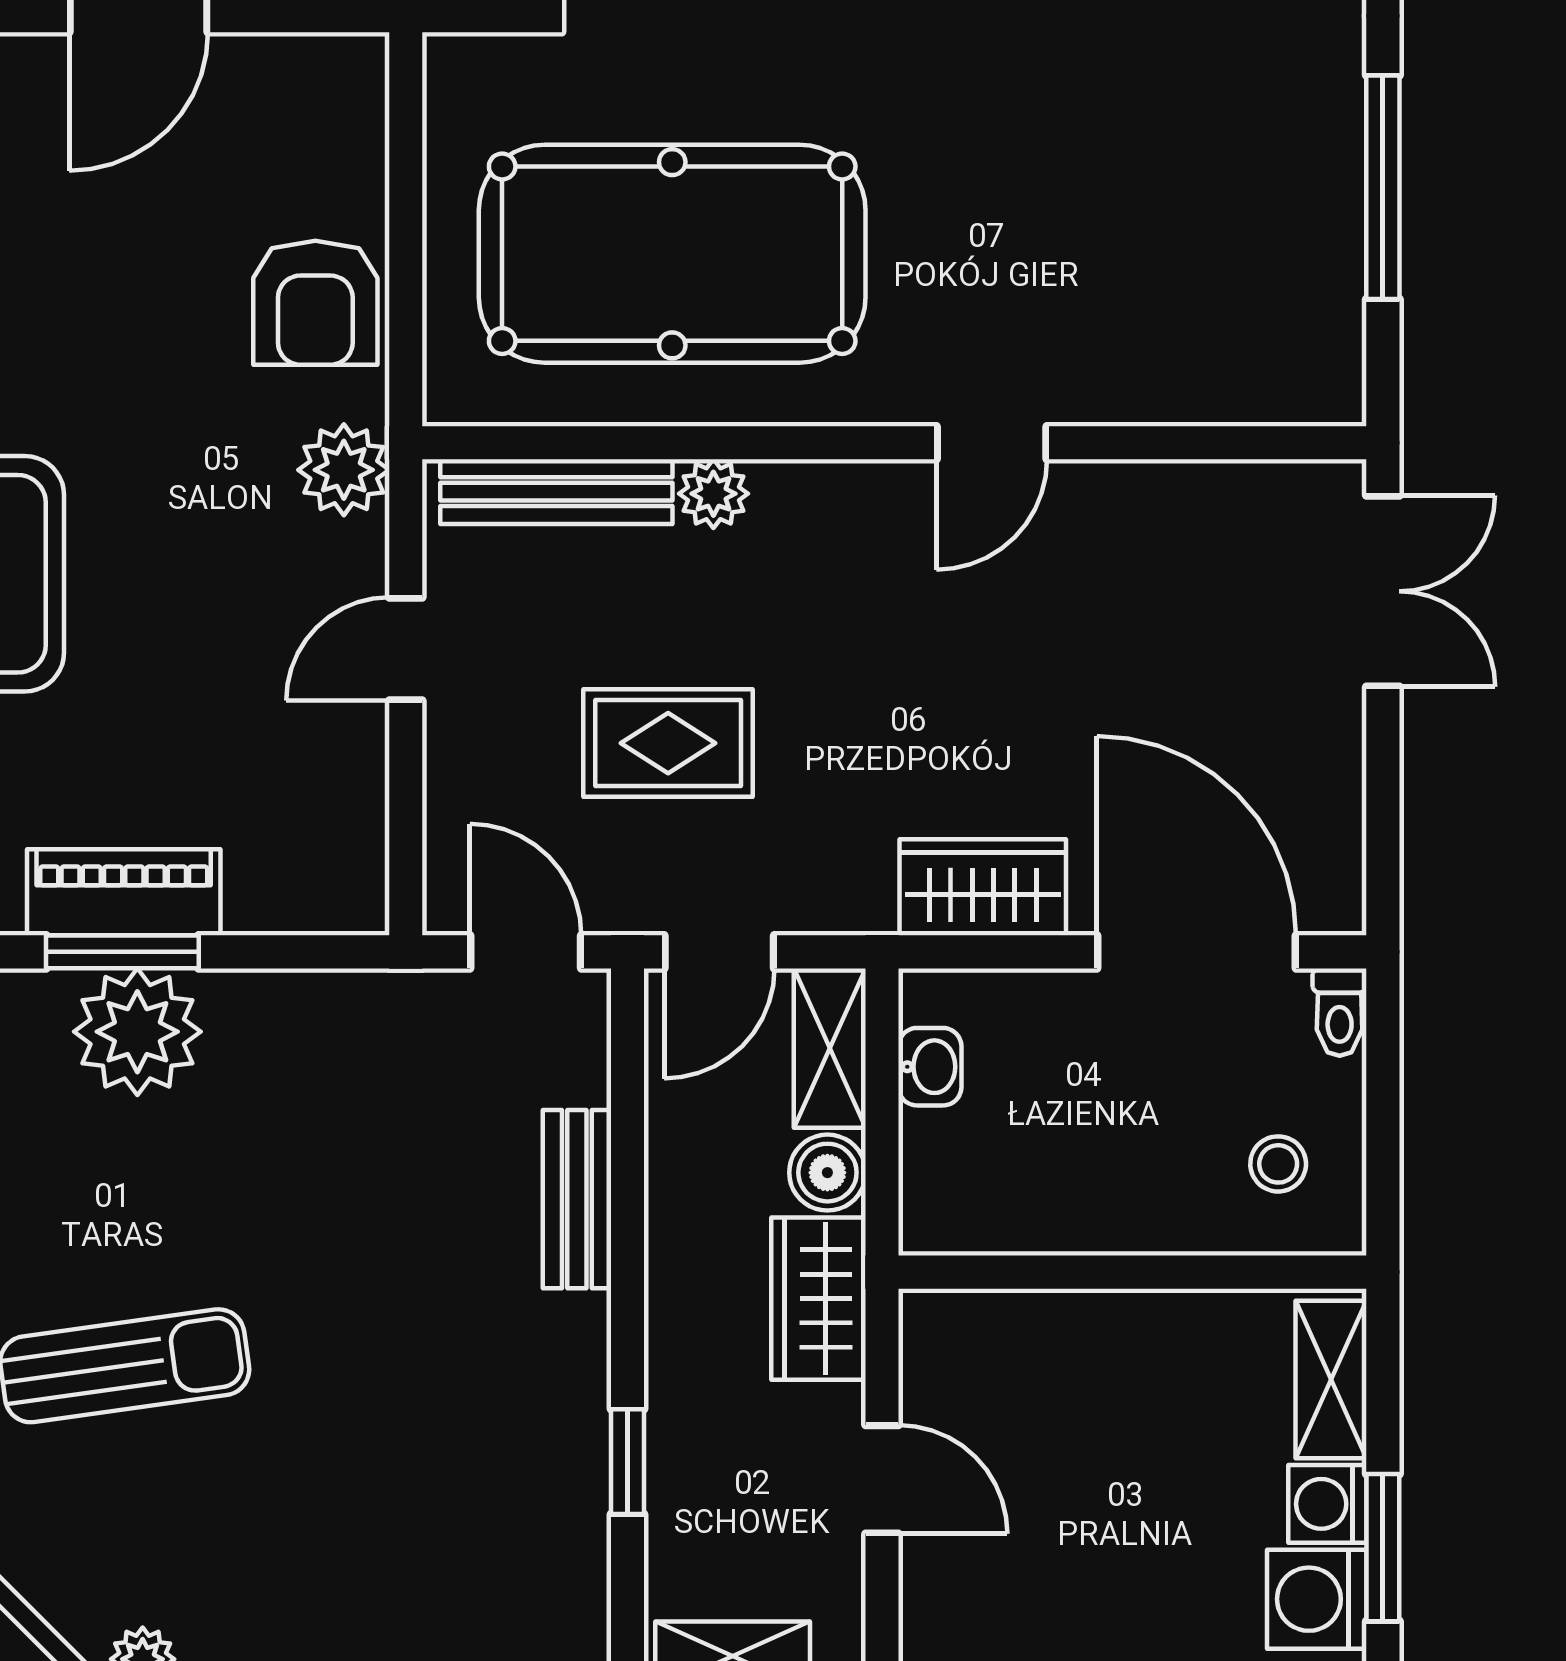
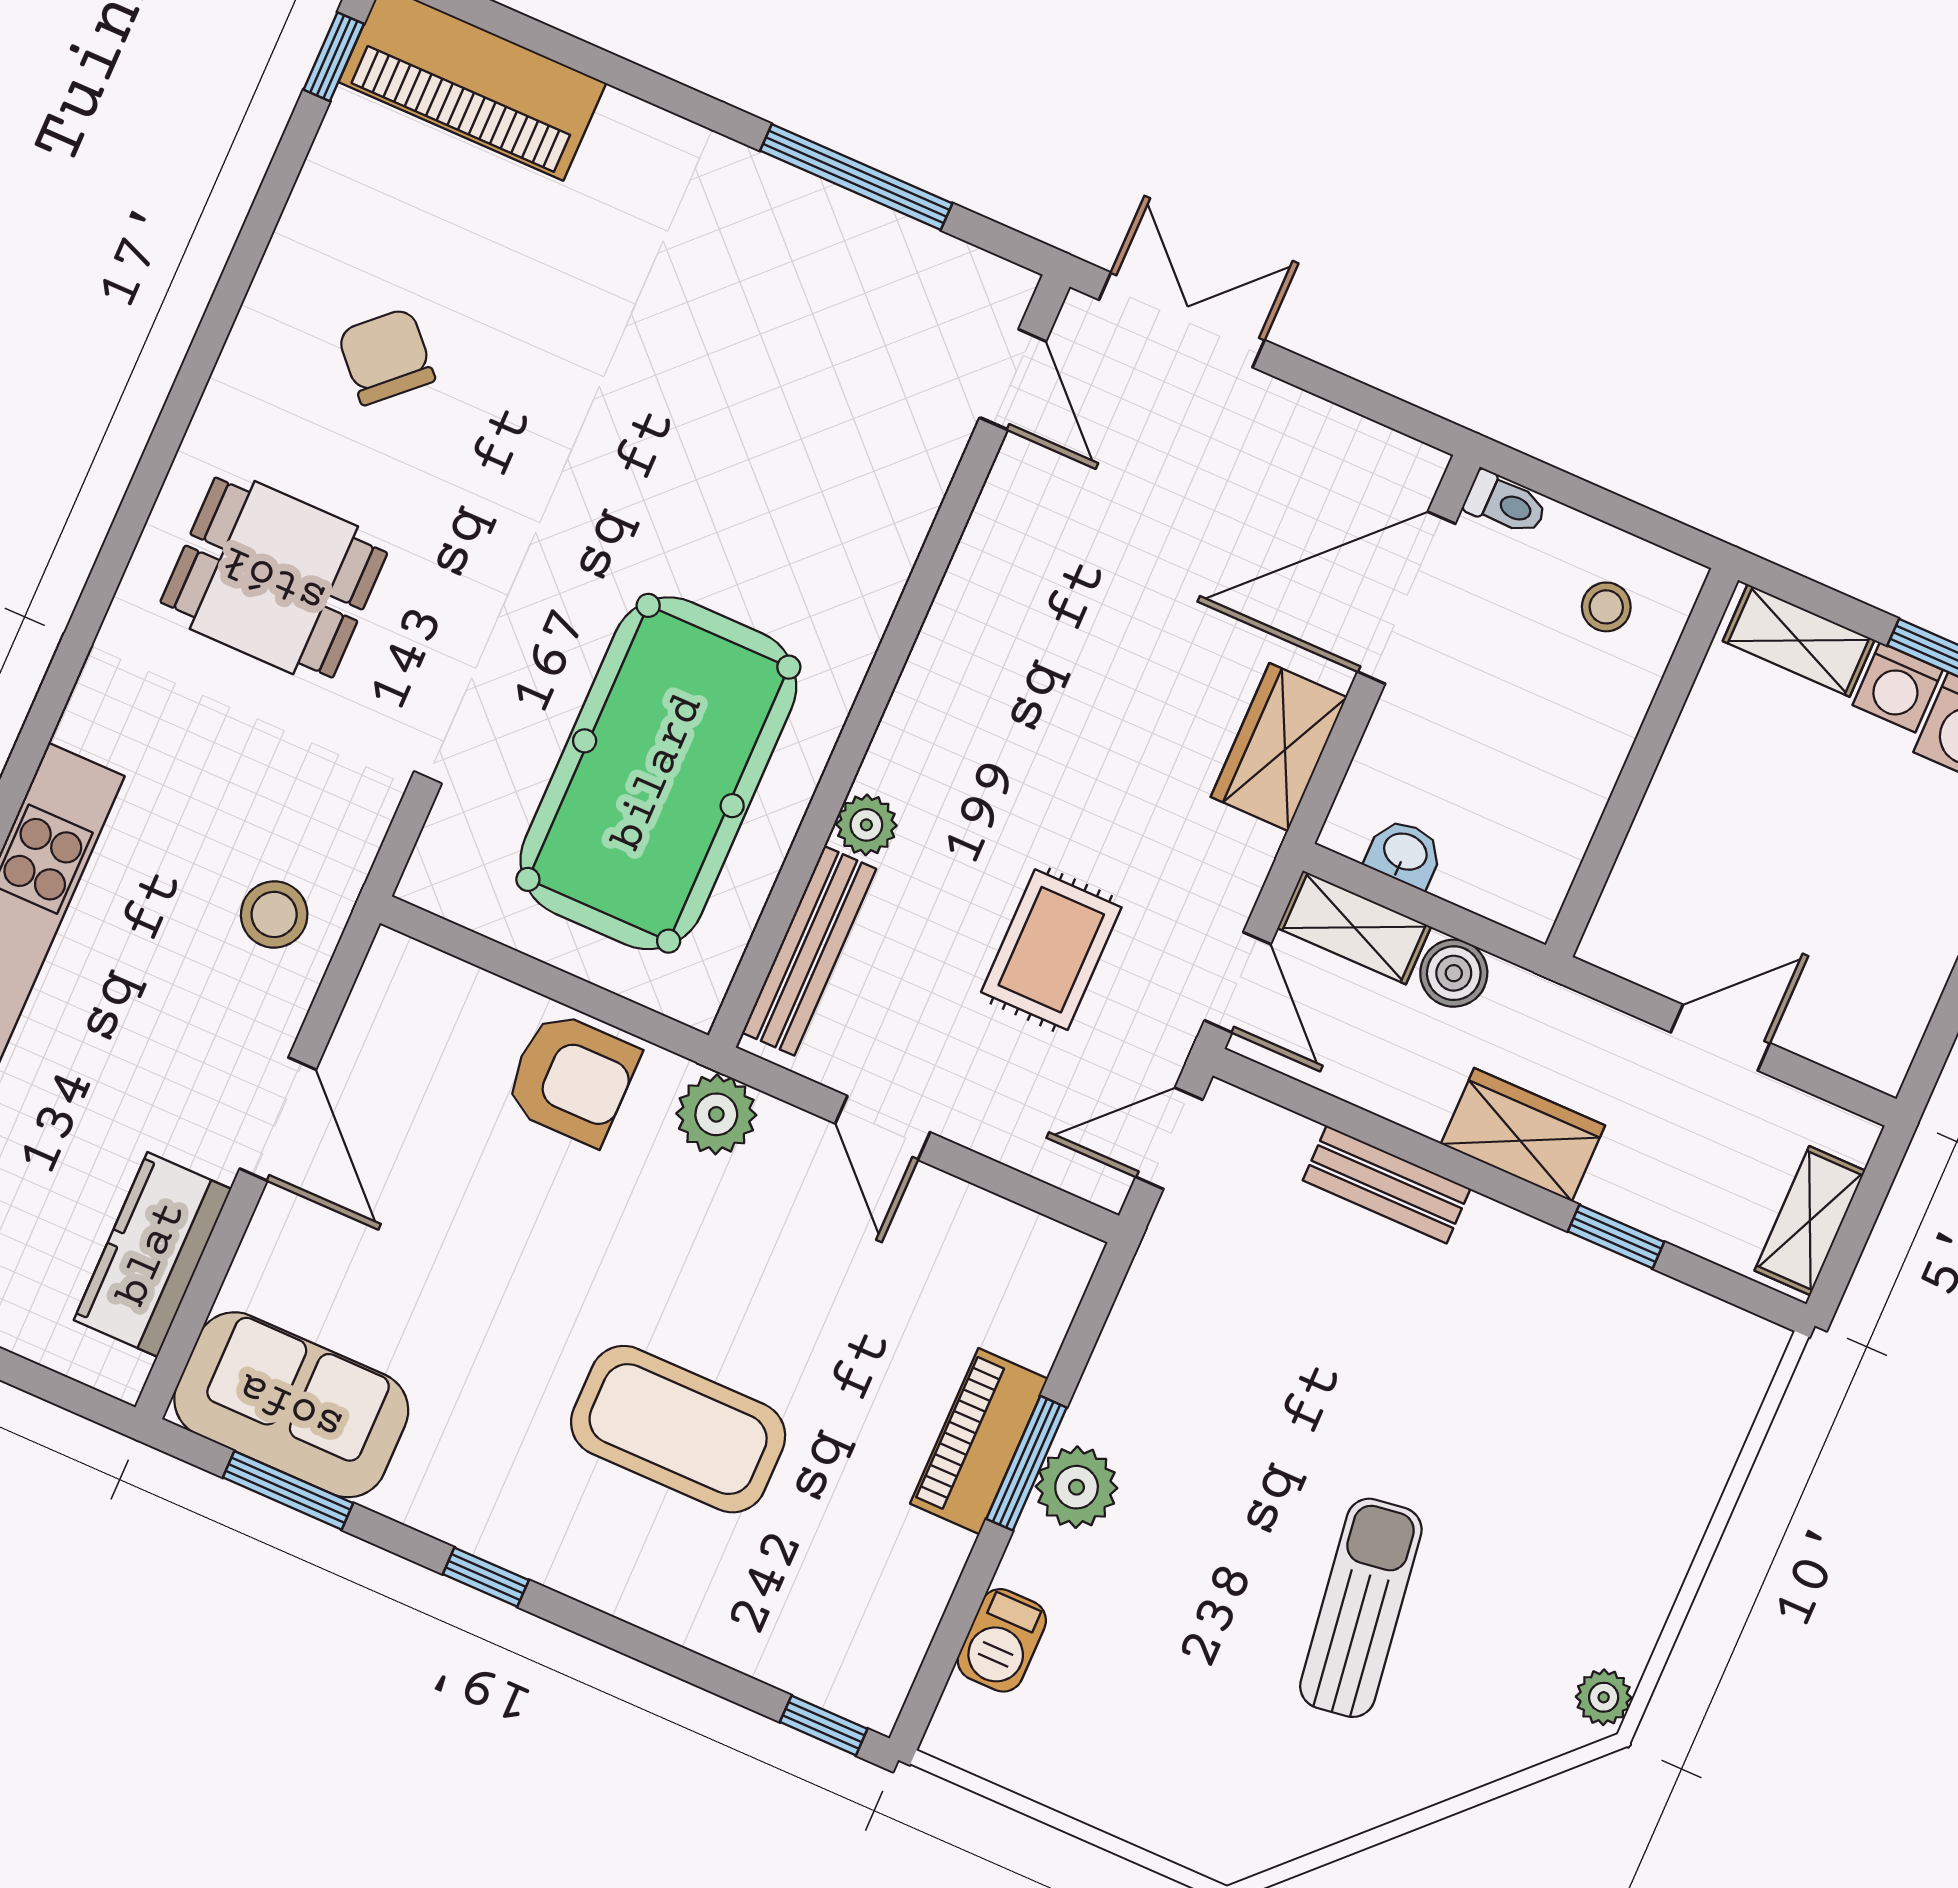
door: (992, 443) -> (1013, 380), moved
plant: (137, 1032) -> (1077, 1487), width x0.73, depth x0.73
wardrobe: (818, 1299) -> (1523, 1135), moved, turned 180

